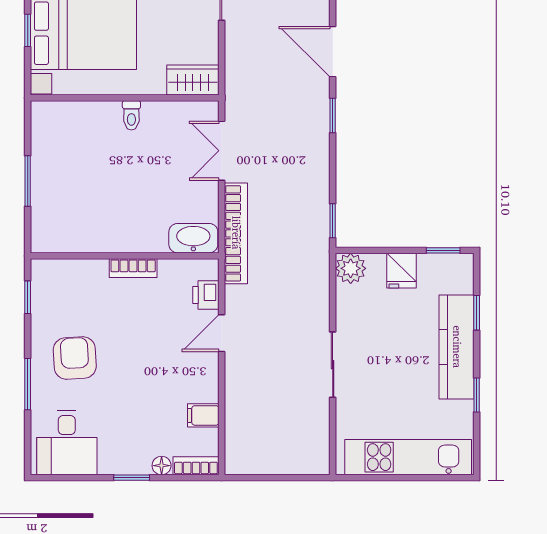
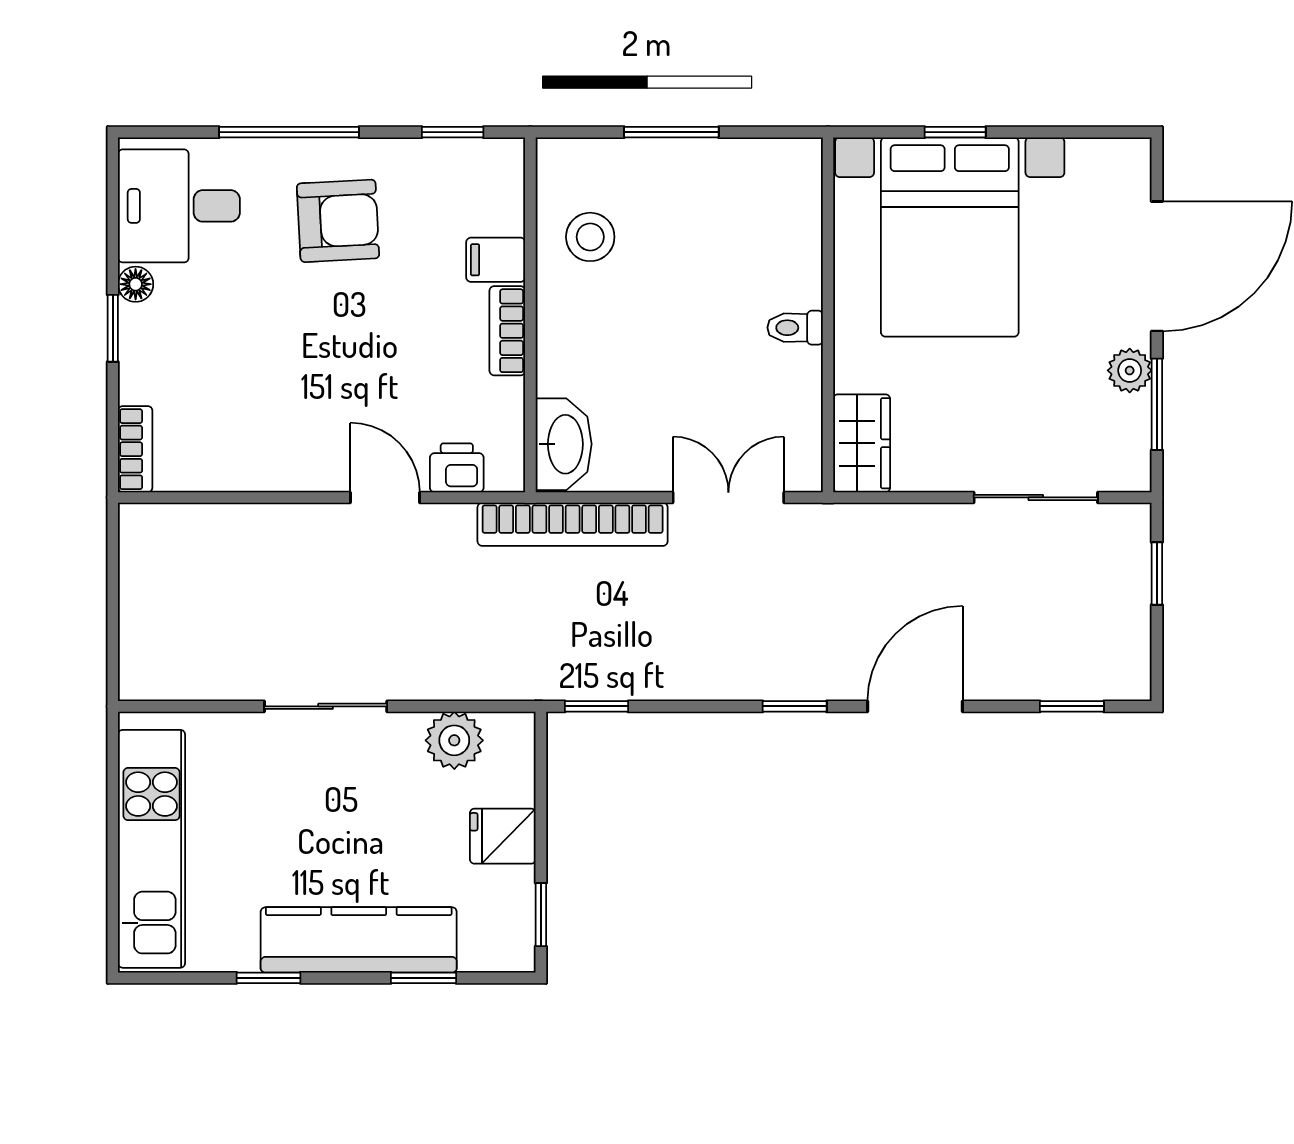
stool: (83, 224) -> (590, 237), added
plant: (351, 268) -> (454, 740), moved
window: (28, 384) -> (289, 132), width x1.44
filing cabinet: (203, 415) -> (496, 260), moved, turned -90
floor lamp: (162, 466) -> (136, 284), moved

